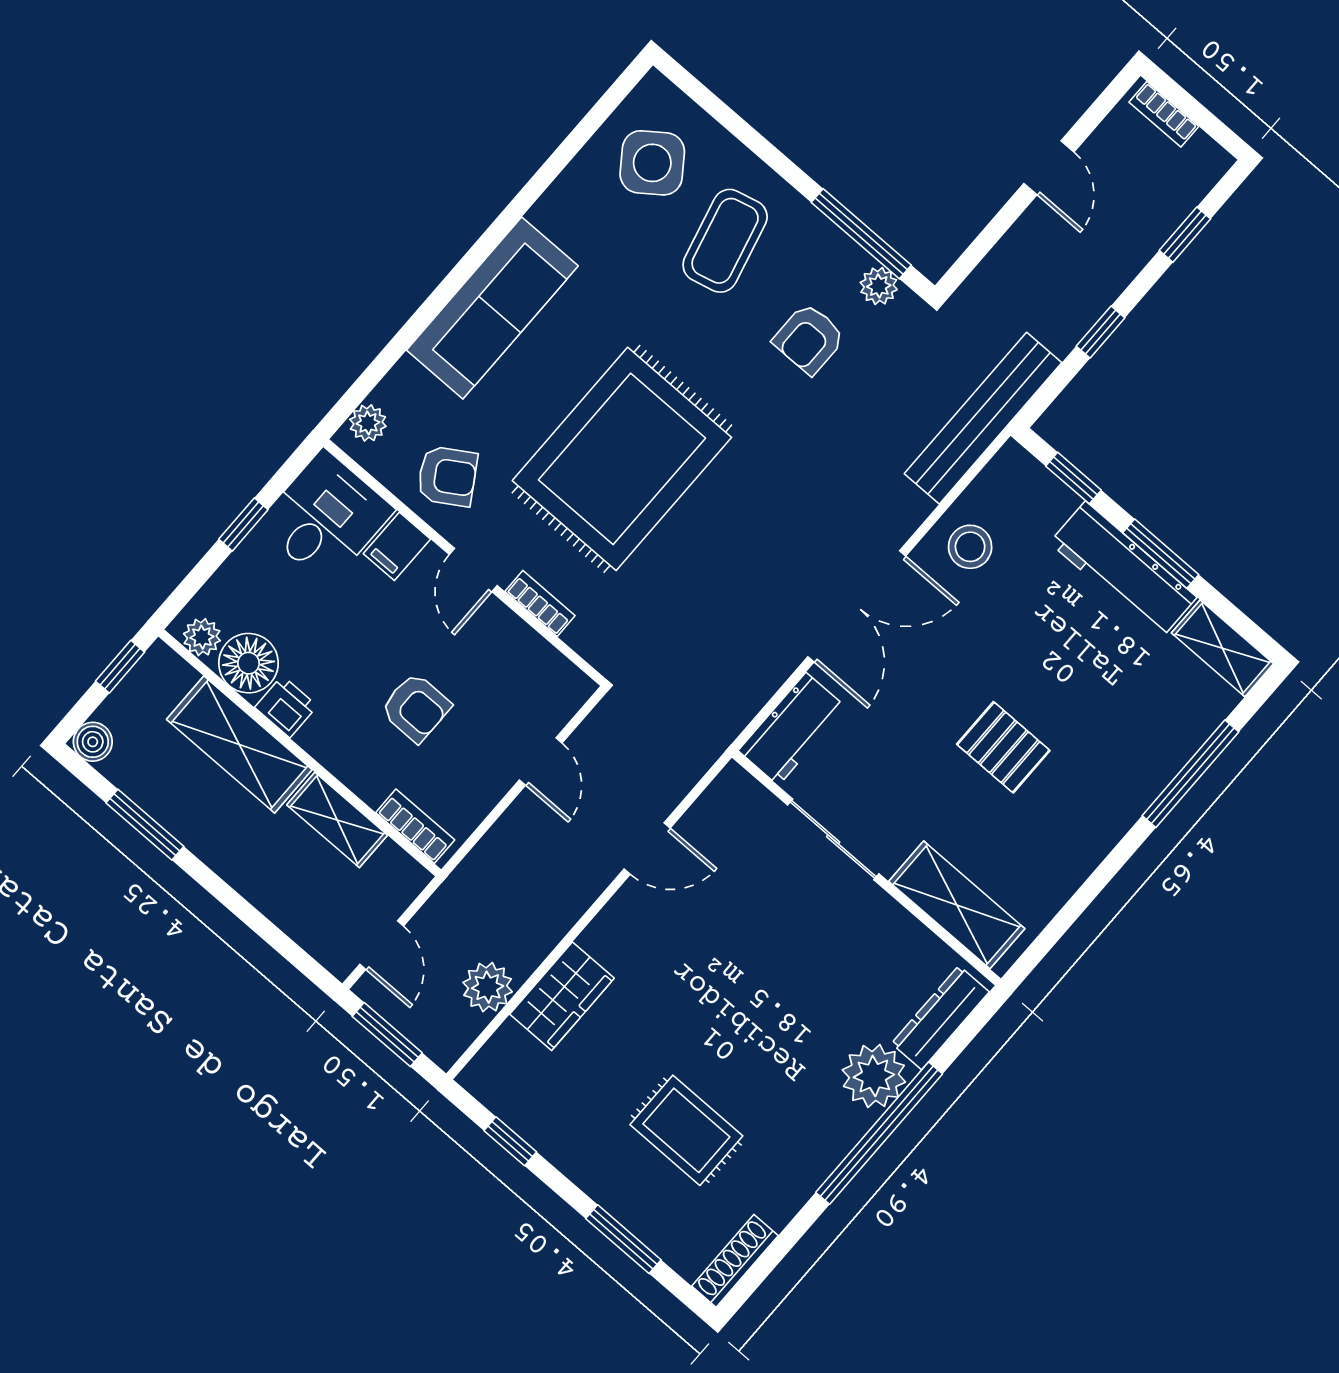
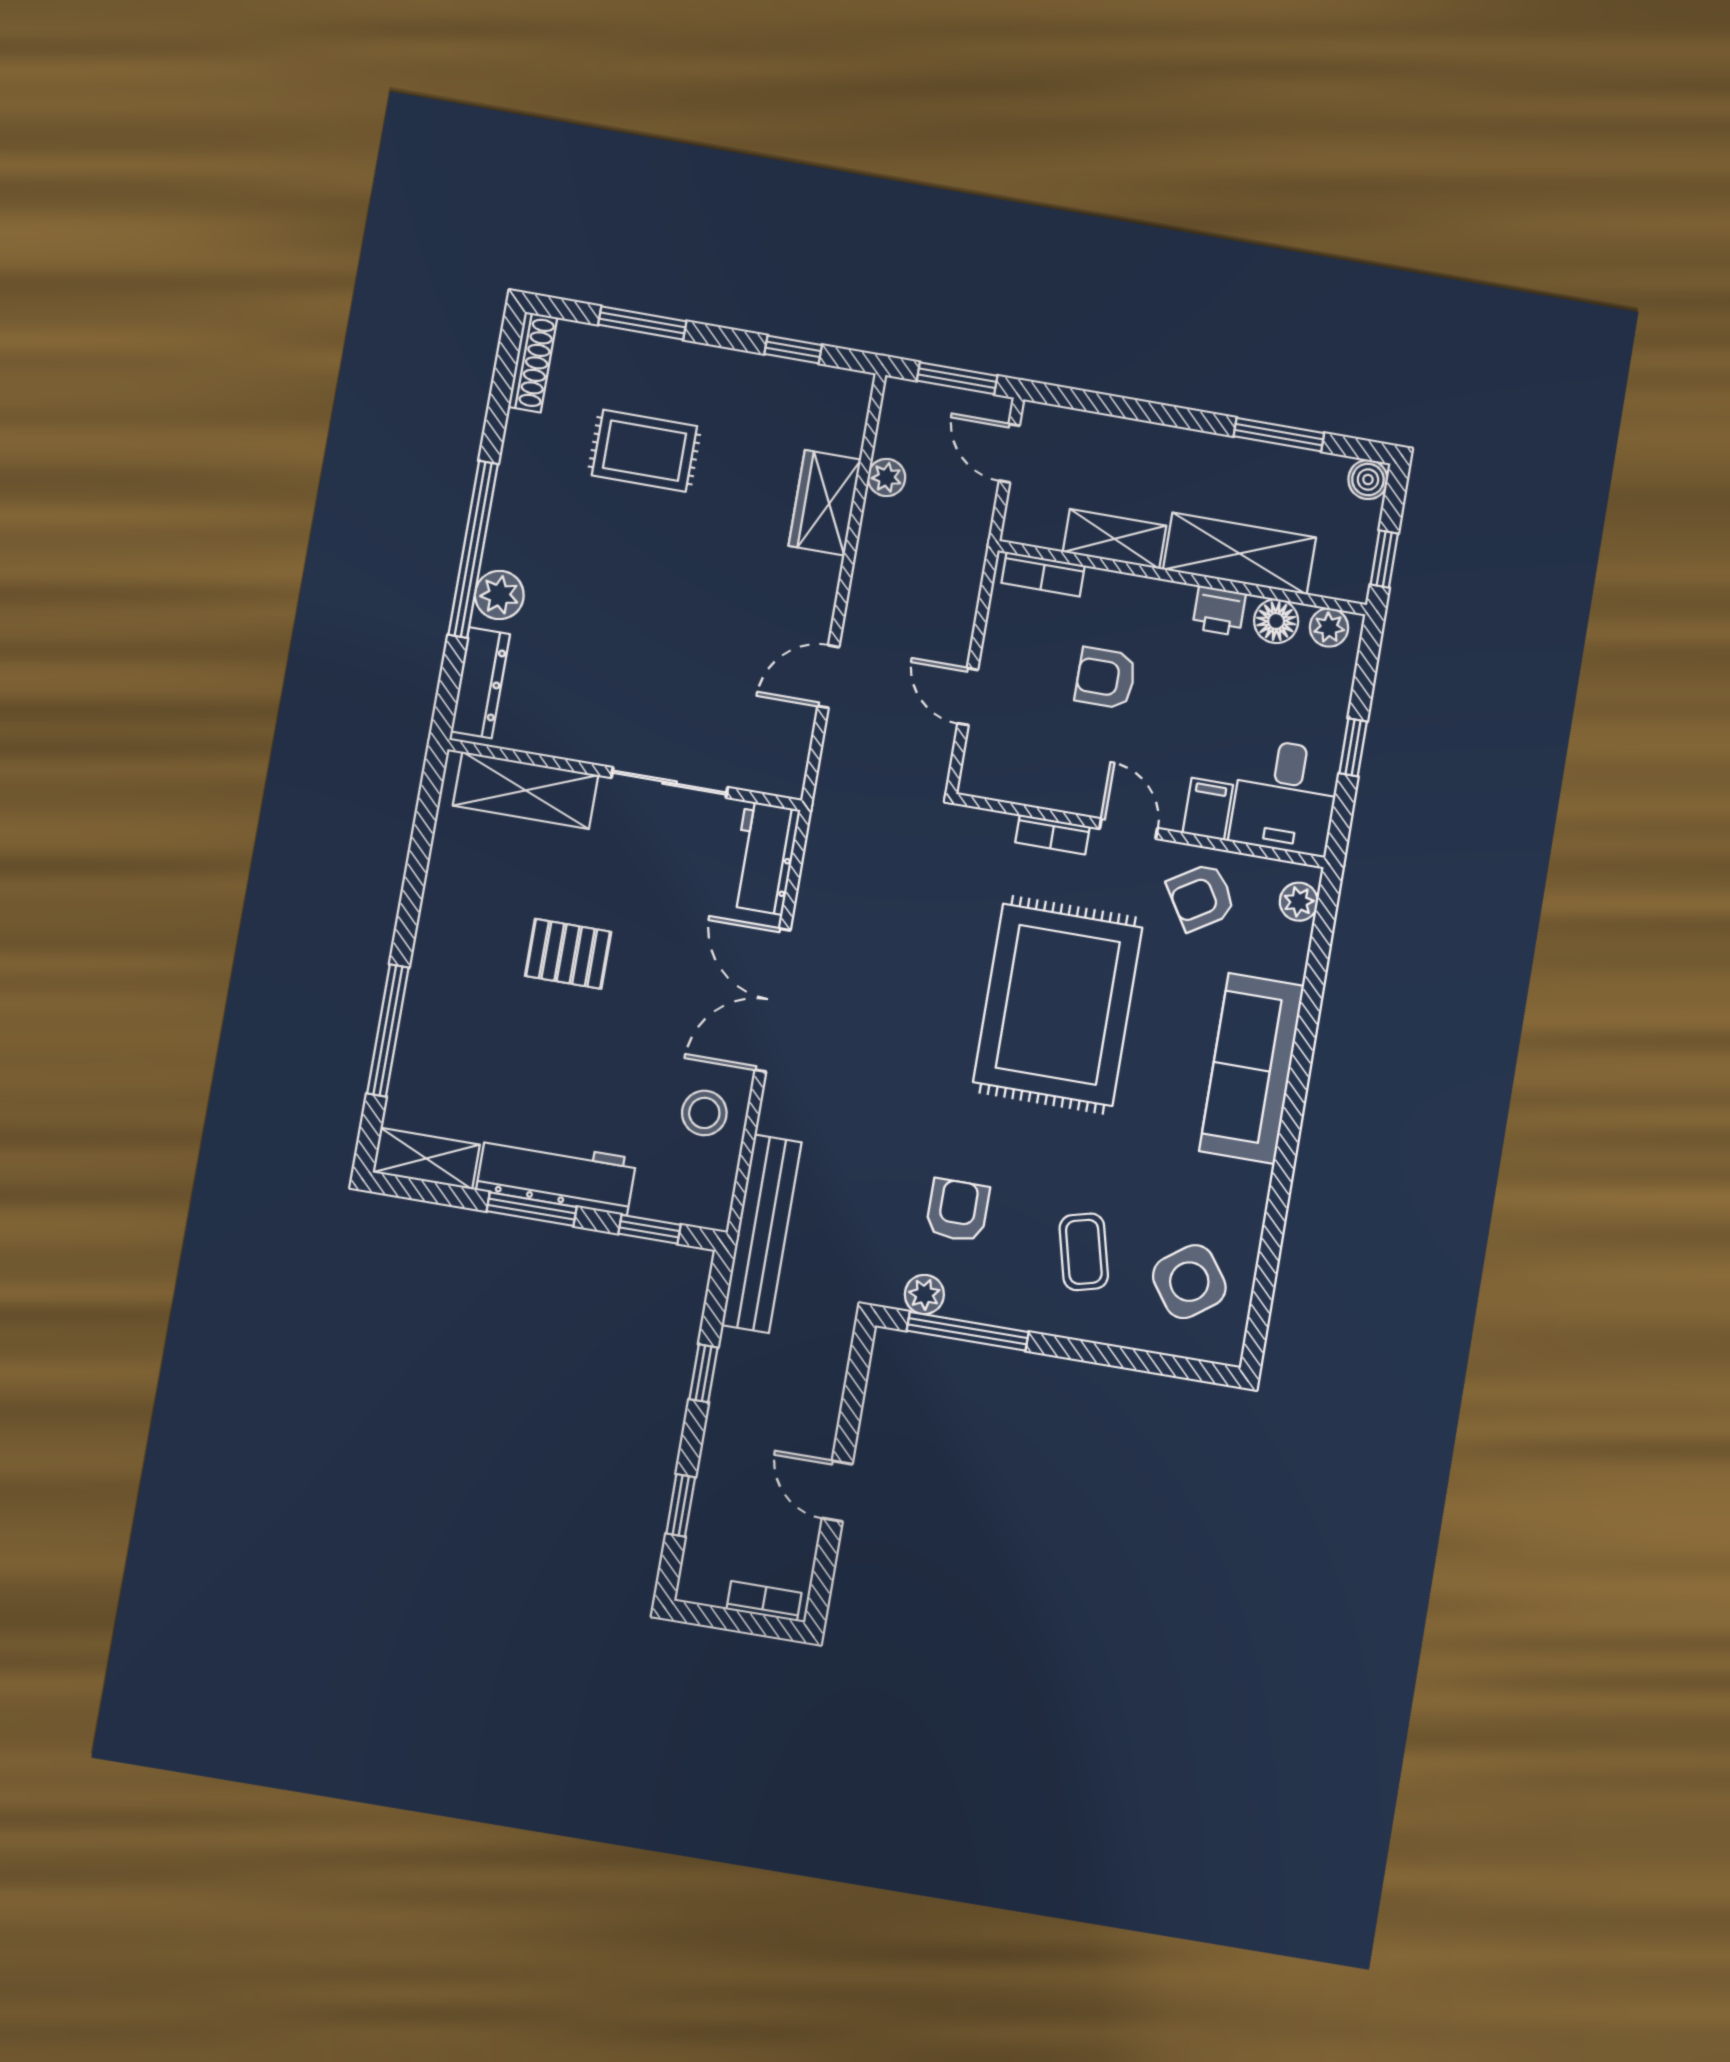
coffee table: (725, 241) -> (1084, 1252), width x0.73, depth x0.77
floor lamp: (249, 663) -> (1276, 621), width x0.73, depth x0.73
plant: (488, 987) -> (886, 477), width x0.73, depth x0.73
plant: (874, 1076) -> (499, 595), width x0.73, depth x0.73

